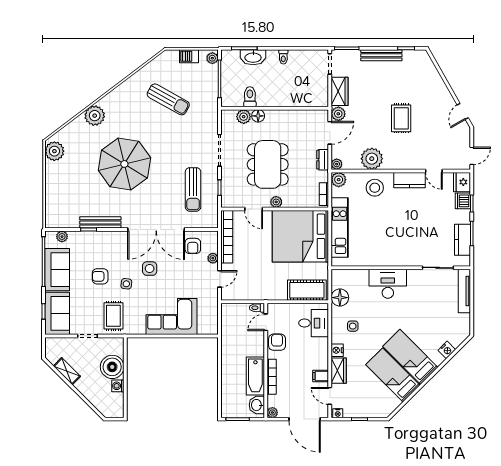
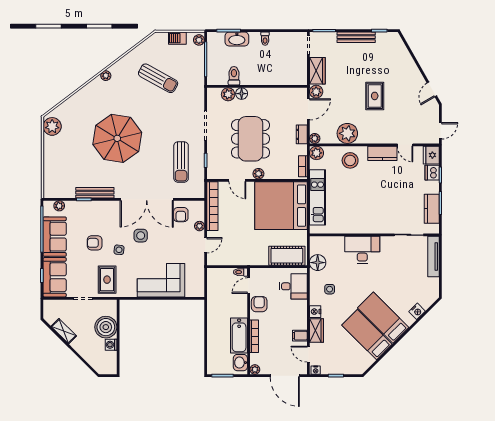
plant: (95, 116) -> (106, 76), moved, width x0.53, depth x0.53

